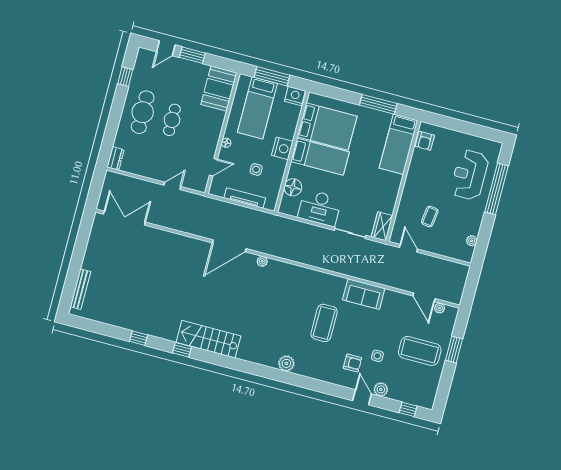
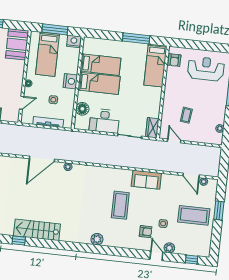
bed: (327, 126) -> (100, 65), width x0.67
reception desk: (469, 175) -> (206, 69), moved, turned 90

